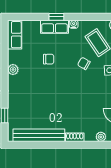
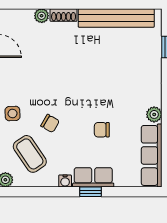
row of seats: (15, 35) -> (152, 155), width x1.48
plant: (101, 137) -> (42, 16), moved

